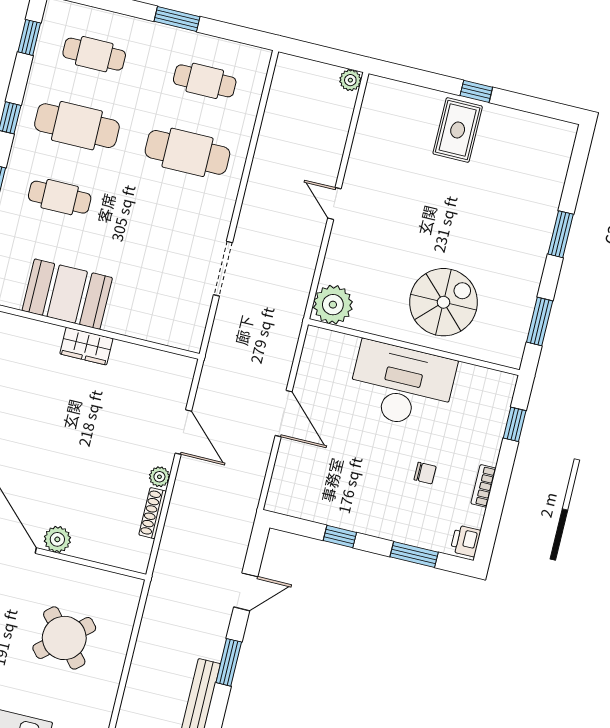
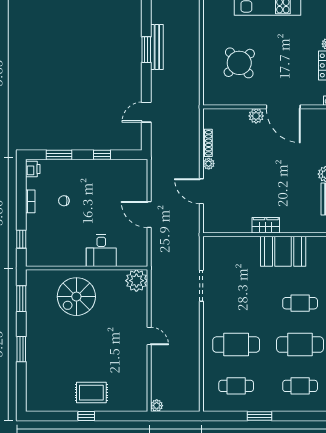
rug: (458, 130) -> (91, 393), turned 90
desk: (402, 385) -> (101, 251), width x0.53, depth x0.77
window: (229, 662) -> (146, 50), moved

